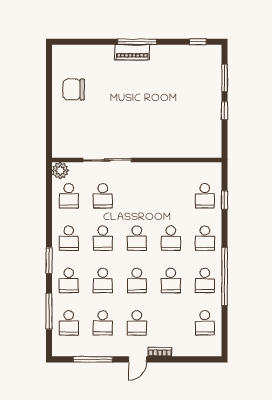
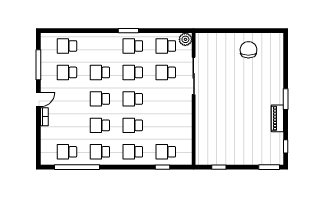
window: (137, 42) -> (286, 99), width x0.69
piano: (132, 52) -> (277, 118), moved
window: (225, 78) -> (269, 167), moved
window: (225, 111) -> (219, 167), moved
window: (49, 261) -> (128, 31), moved
window: (225, 276) -> (77, 167), moved
school desk: (69, 280) -> (100, 46), removed
window: (49, 311) -> (76, 31), removed
school desk: (137, 323) -> (67, 99), removed
door: (138, 359) -> (38, 99), swing flipped

